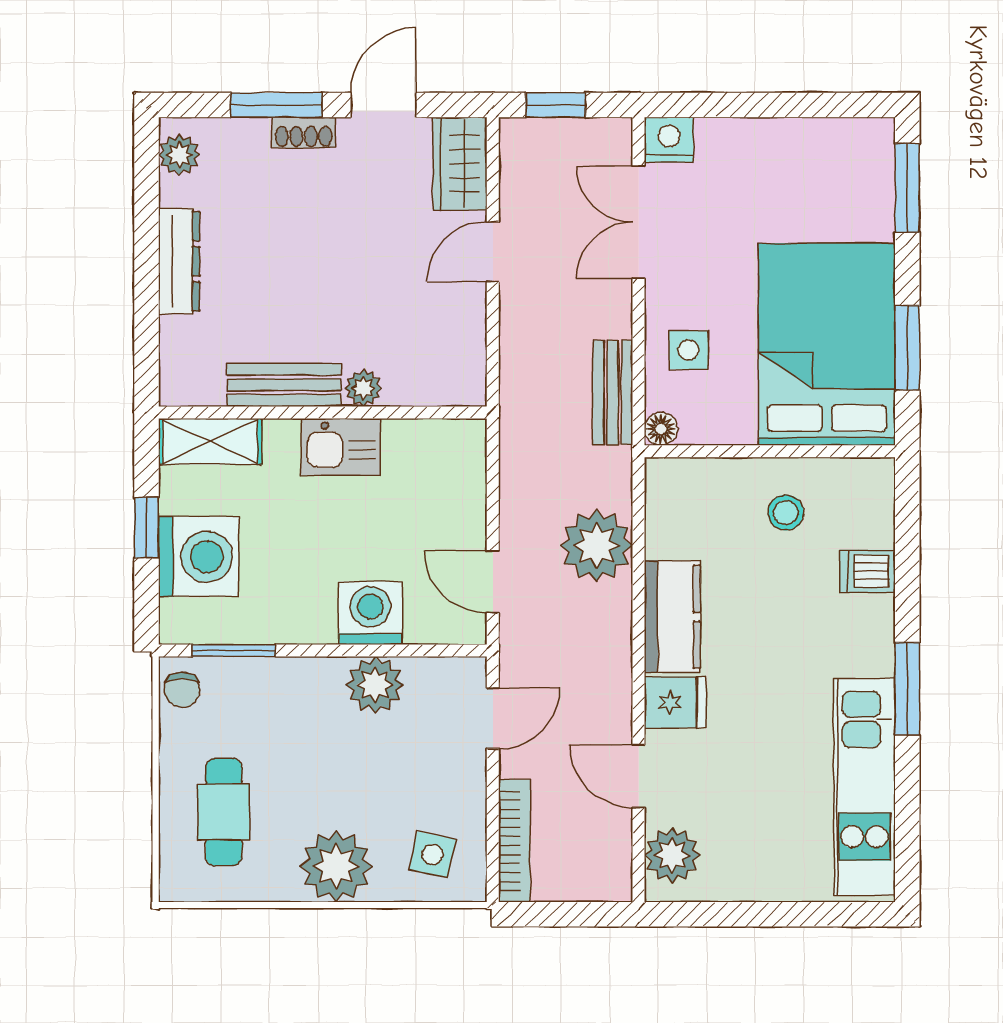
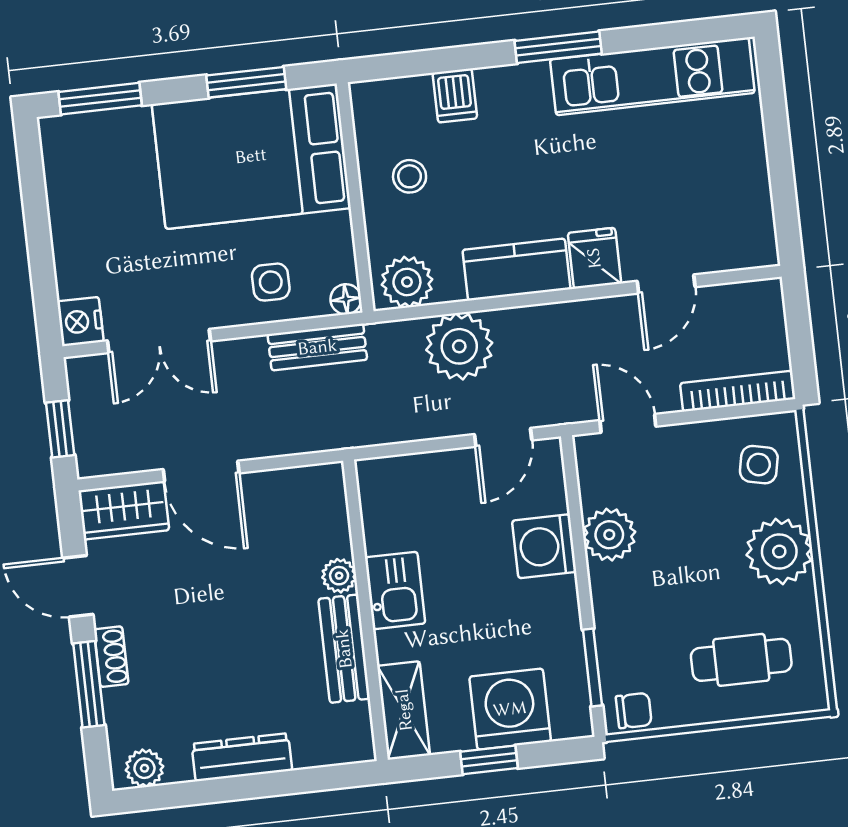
door: (493, 252) -> (201, 471), width x1.38
plant: (672, 855) -> (407, 282), moved

